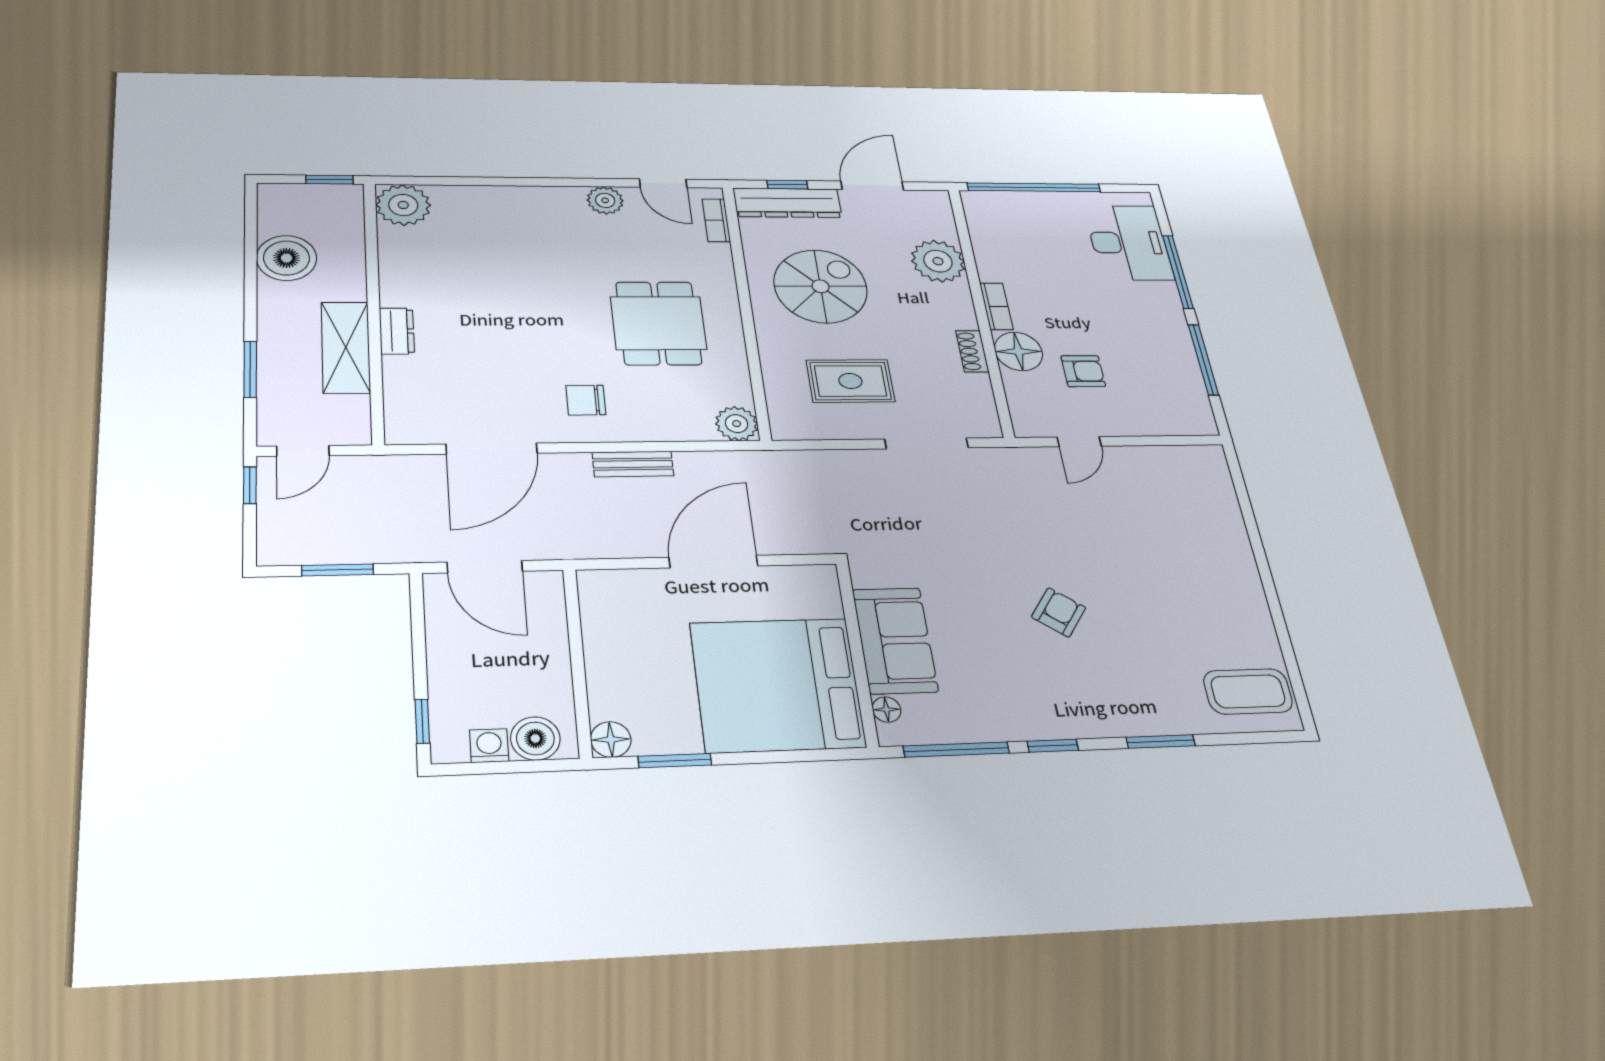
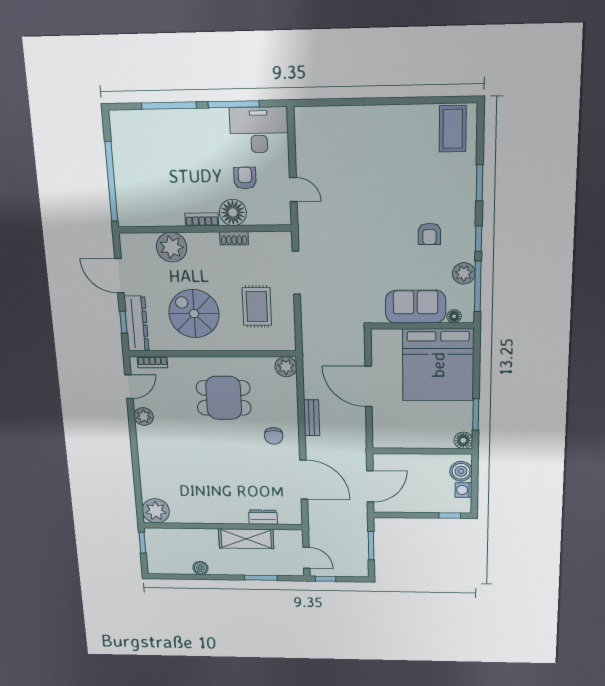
desk: (1129, 243) -> (259, 130), moved
boiler: (286, 258) -> (200, 568), width x0.54, depth x0.54
dresser: (397, 331) -> (263, 517), moved
armchair: (1059, 612) -> (429, 234), moved, turned -126
plant: (978, 723) -> (464, 273), added

